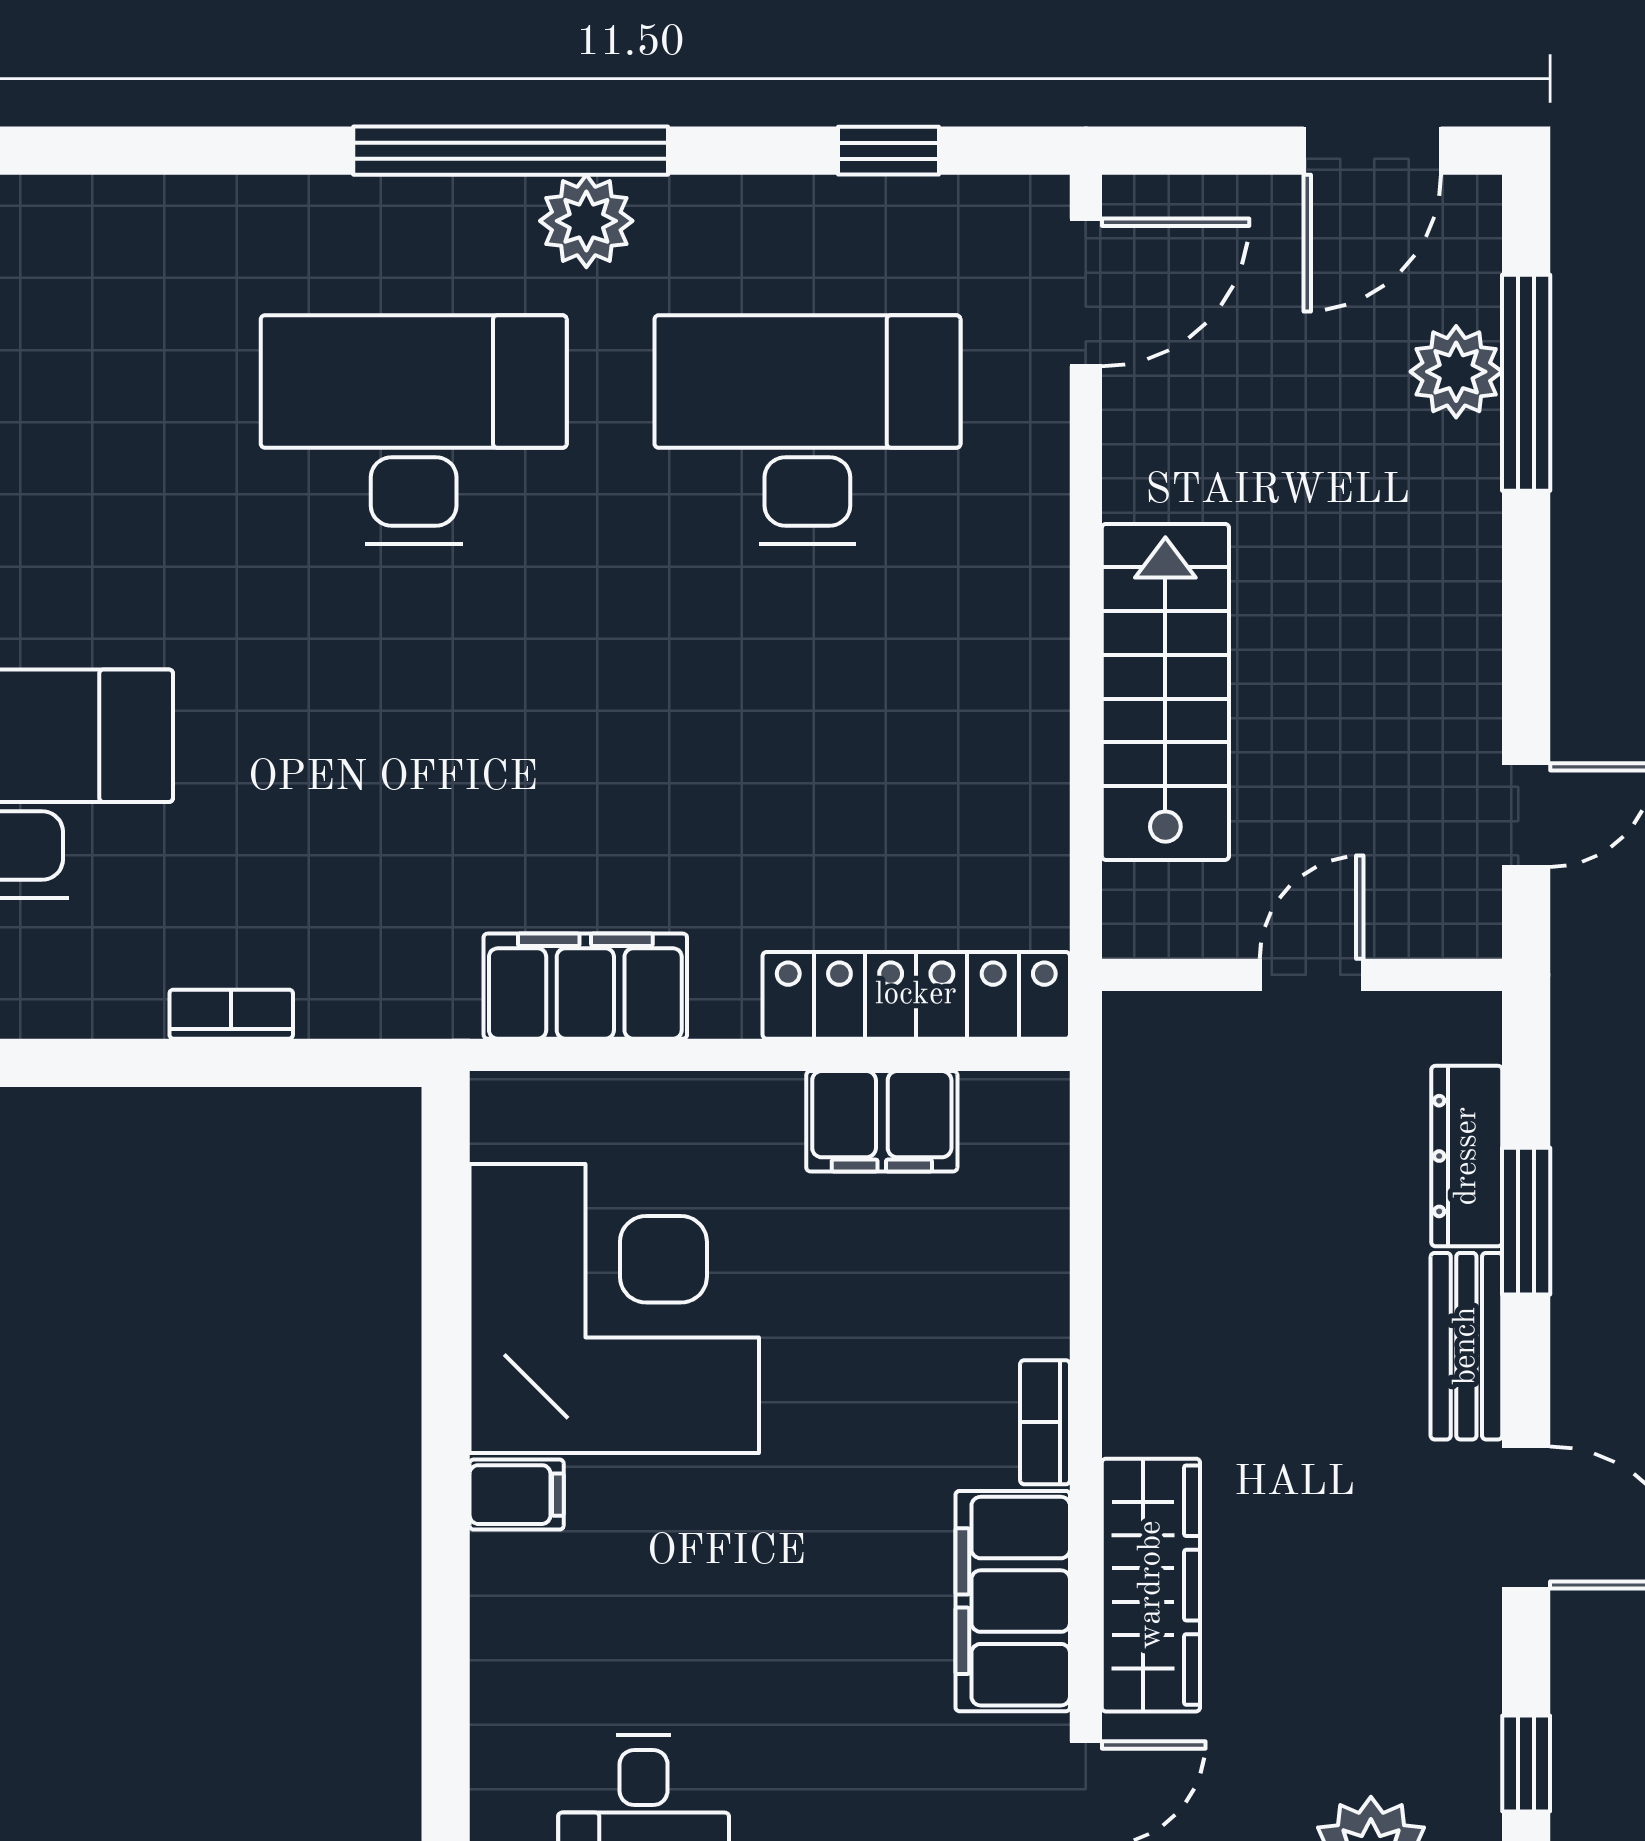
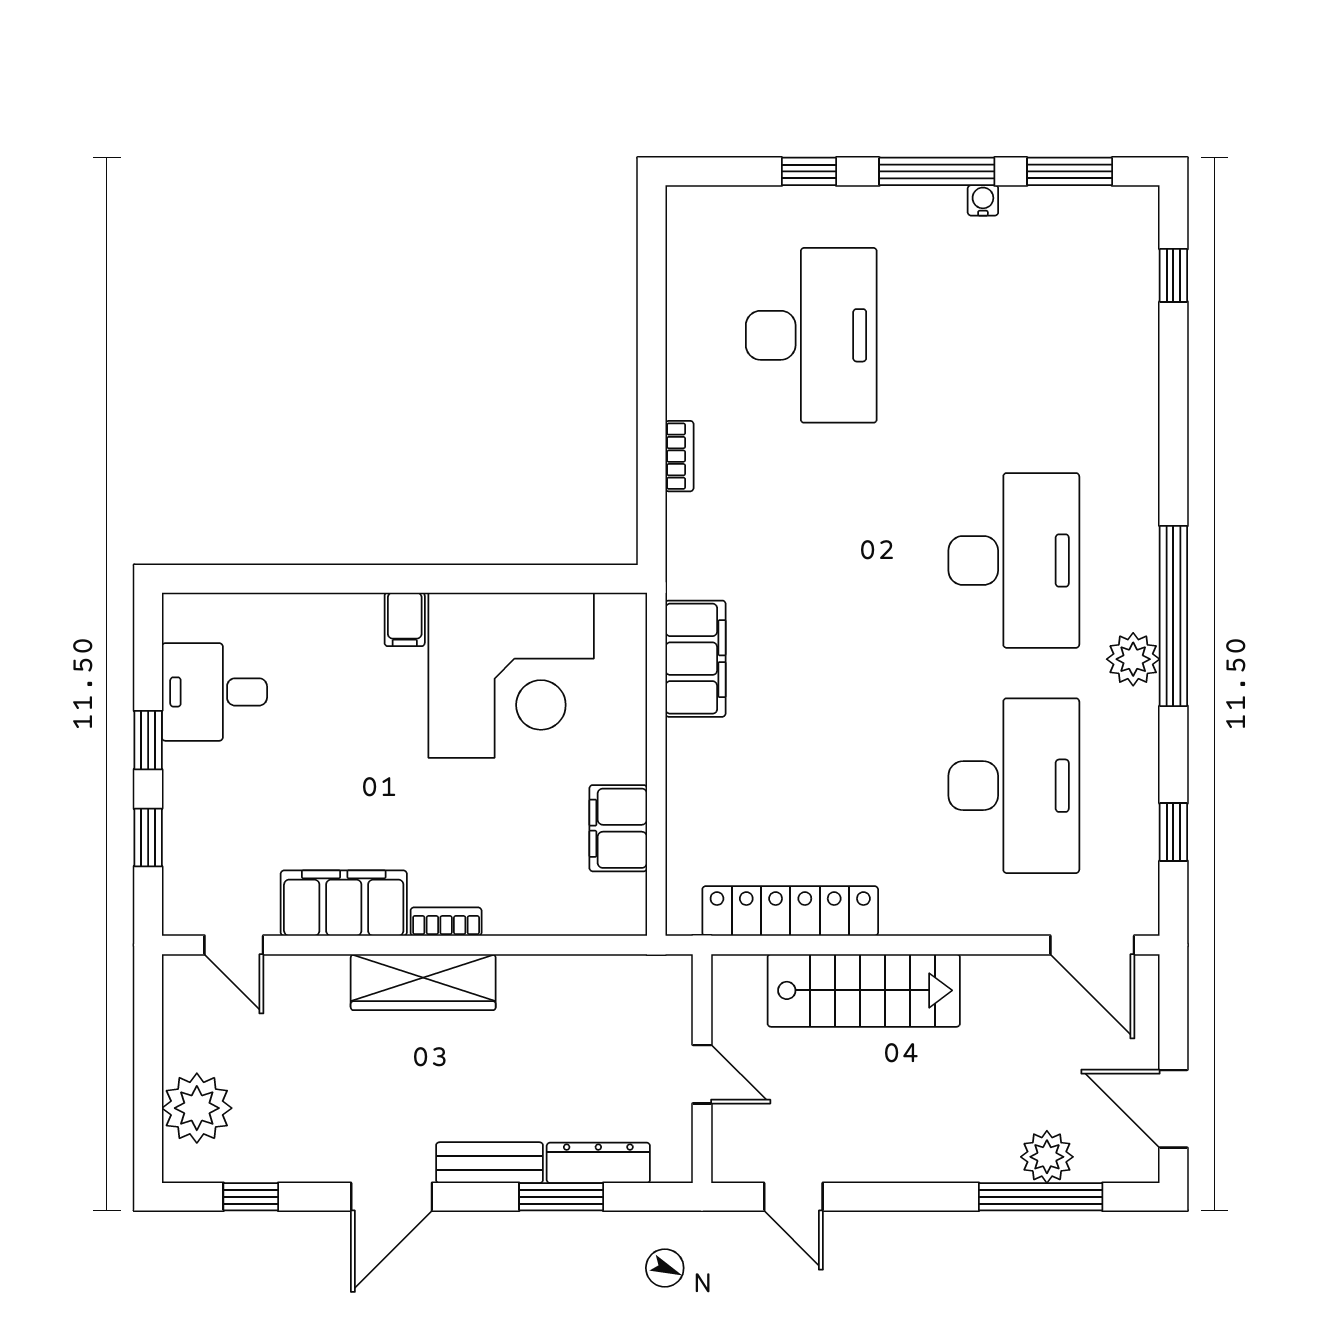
locker: (916, 995) -> (790, 911), moved, turned -90
wardrobe: (1151, 1585) -> (423, 982), moved

